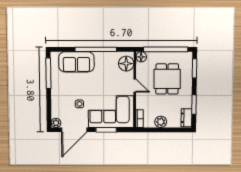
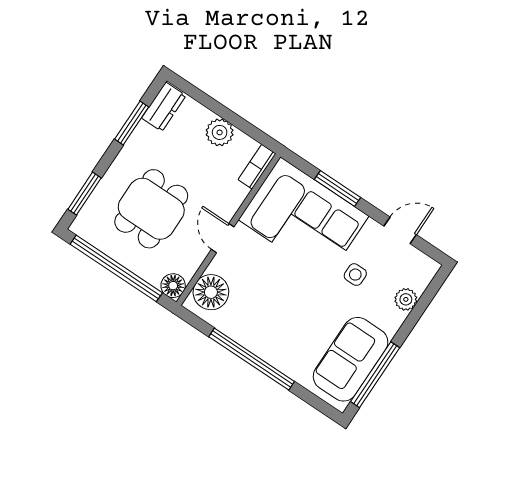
sofa: (76, 62) -> (351, 359), moved, turned -90
plant: (56, 123) -> (406, 299), moved
door: (74, 130) -> (400, 230), width x0.53

